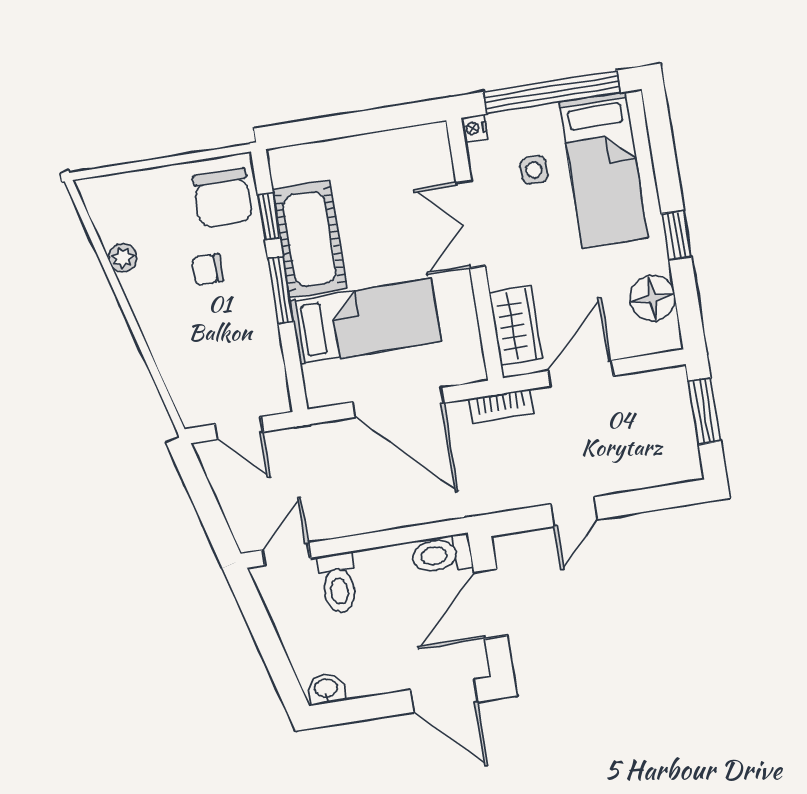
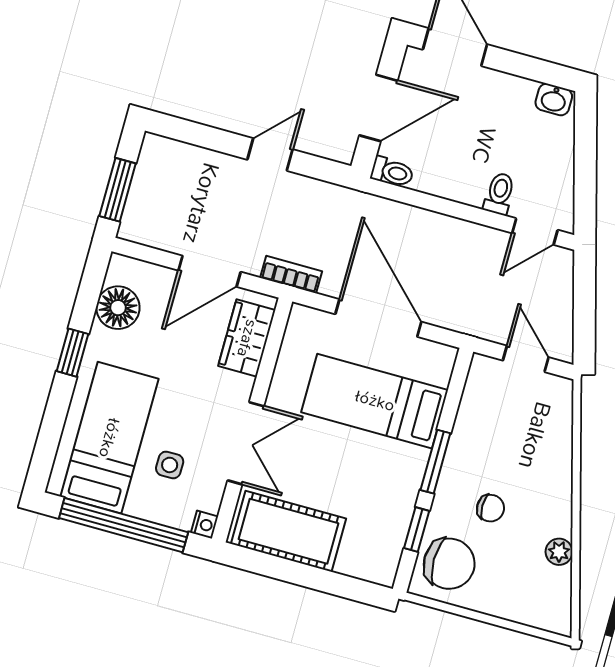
chair: (223, 198) -> (449, 564), turned 90
cot: (310, 239) -> (289, 531), moved, turned 90
toilet: (442, 555) -> (392, 172), width x0.73, depth x0.72
toilet: (338, 583) -> (499, 194), width x0.73, depth x0.72

